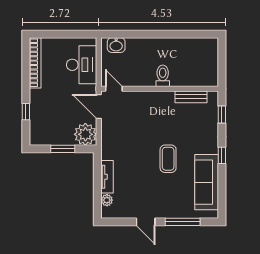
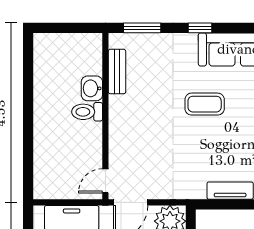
washbasin: (116, 45) -> (92, 88), moved, turned 180
window: (222, 115) -> (142, 28), width x1.50

